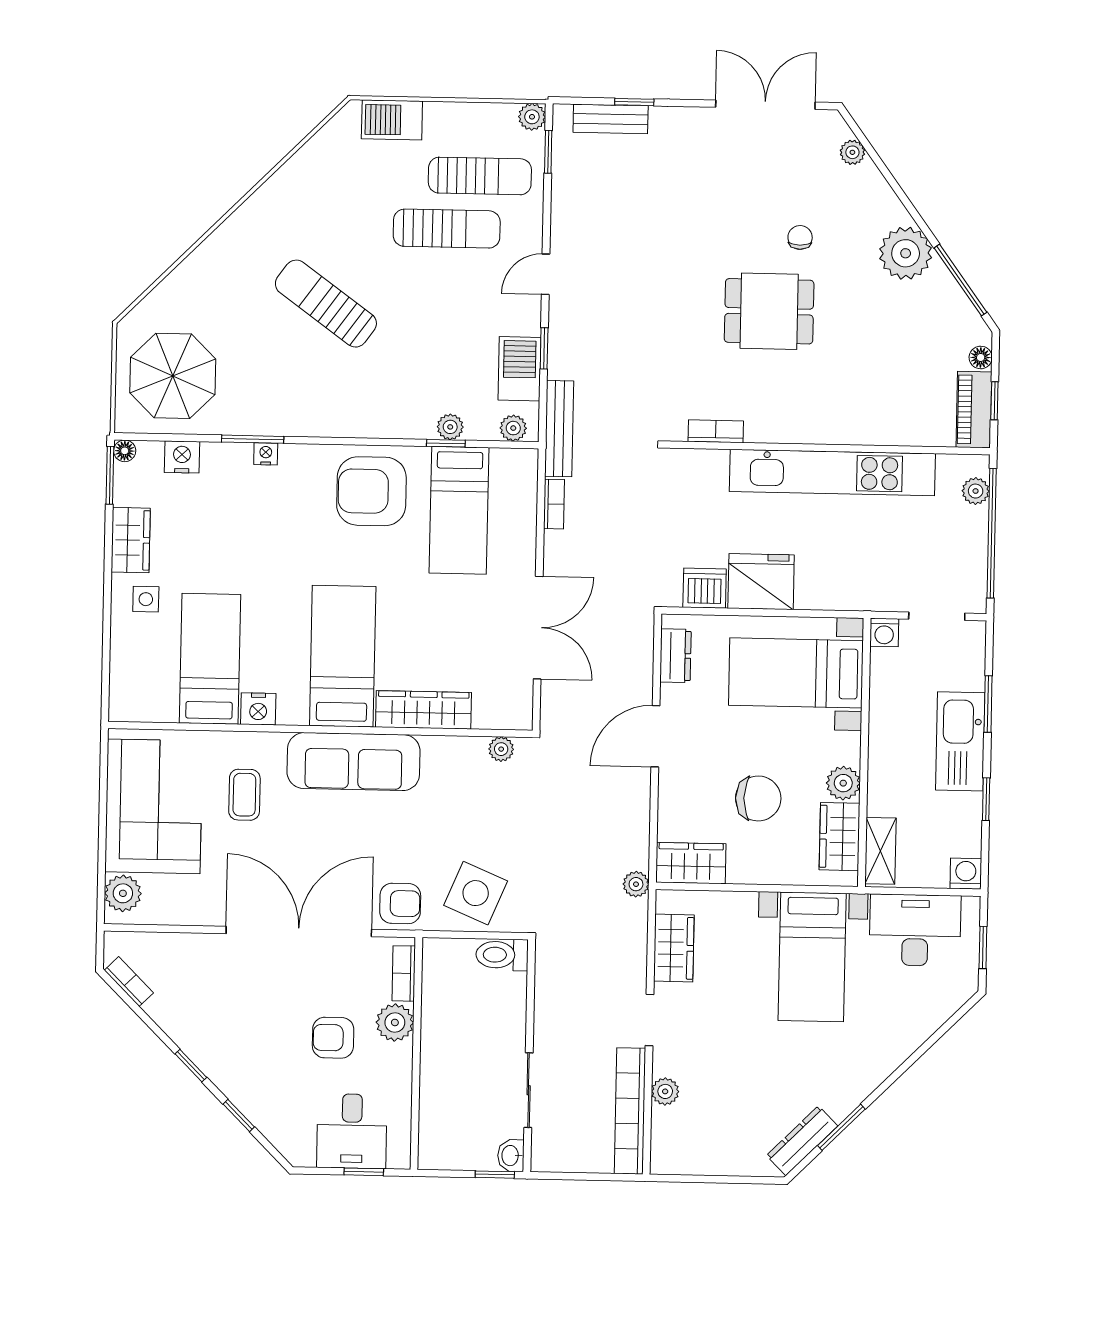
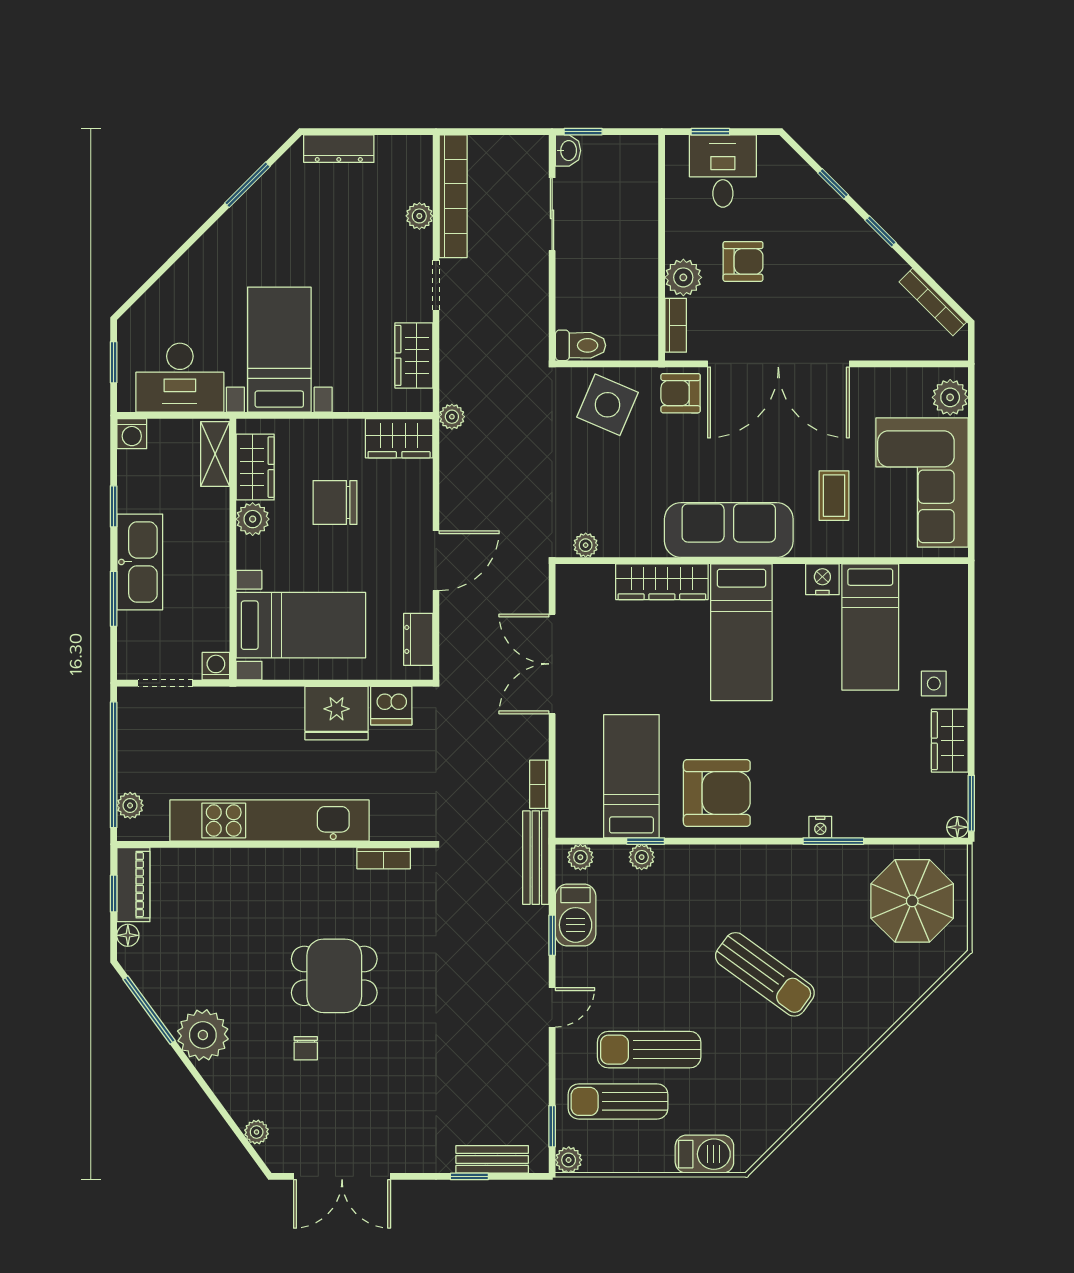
nightstand: (182, 457) -> (902, 822), removed
bookcase: (129, 982) -> (933, 302), width x1.56
dresser: (802, 1141) -> (339, 149), moved, turned 45

